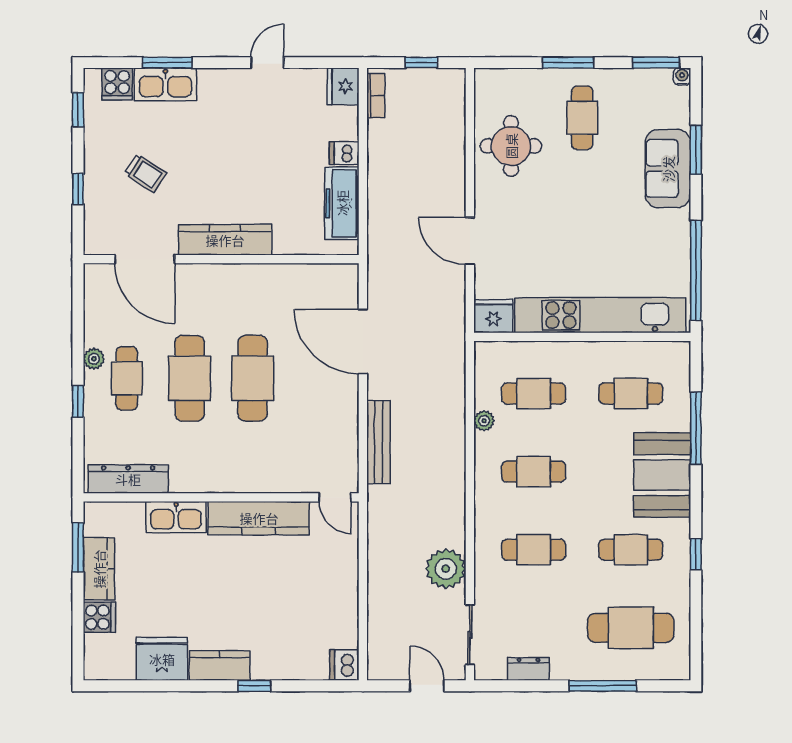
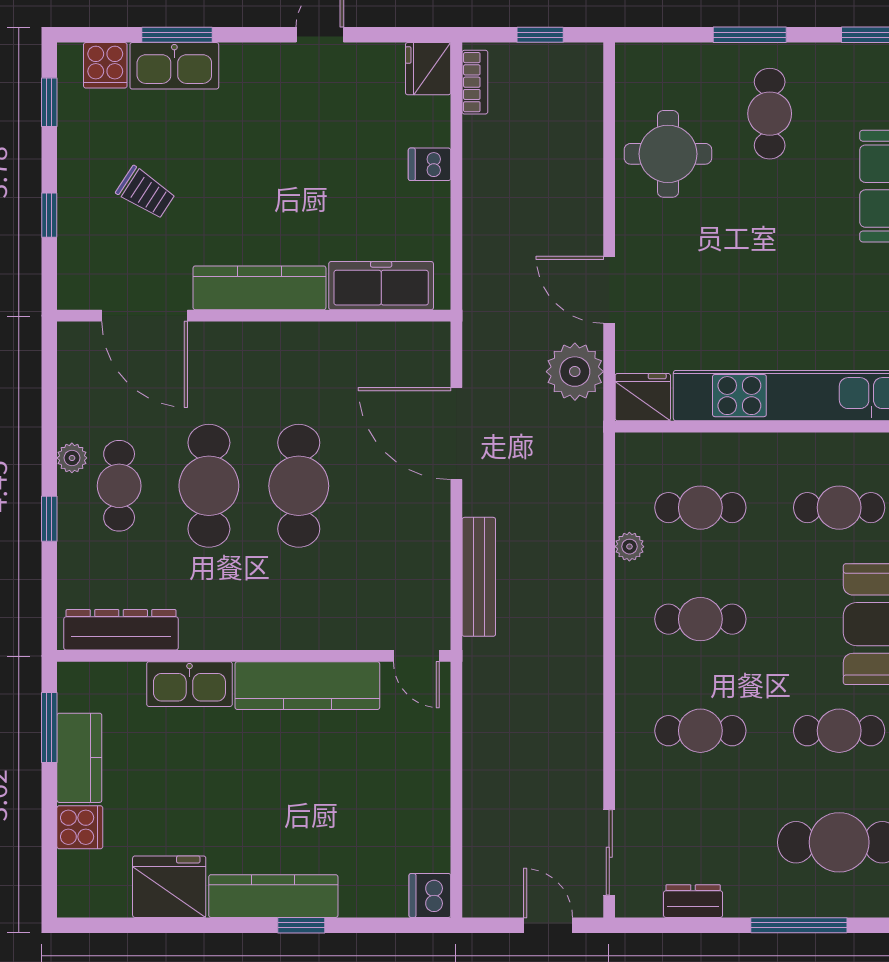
freezer: (342, 203) -> (381, 286), moved, turned 90
plant: (446, 569) -> (575, 372), moved
kitchen counter: (220, 665) -> (273, 896), width x1.50

